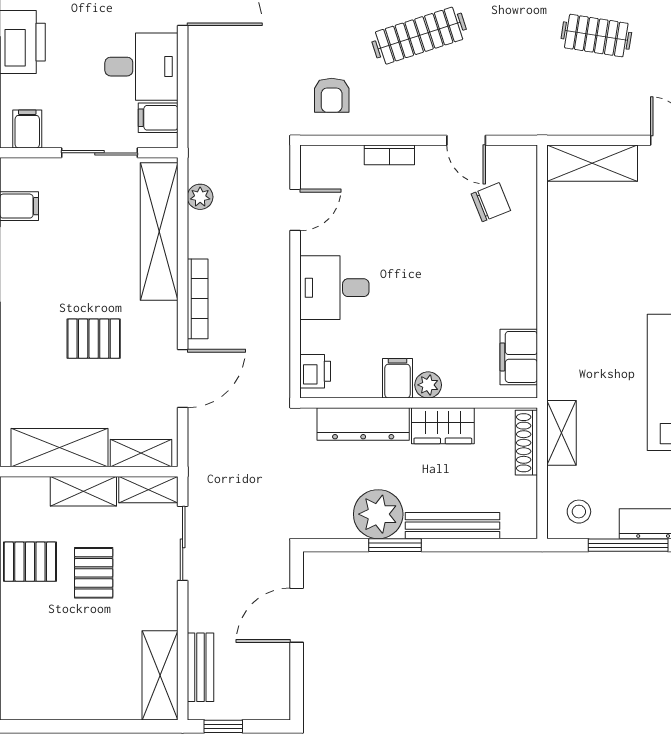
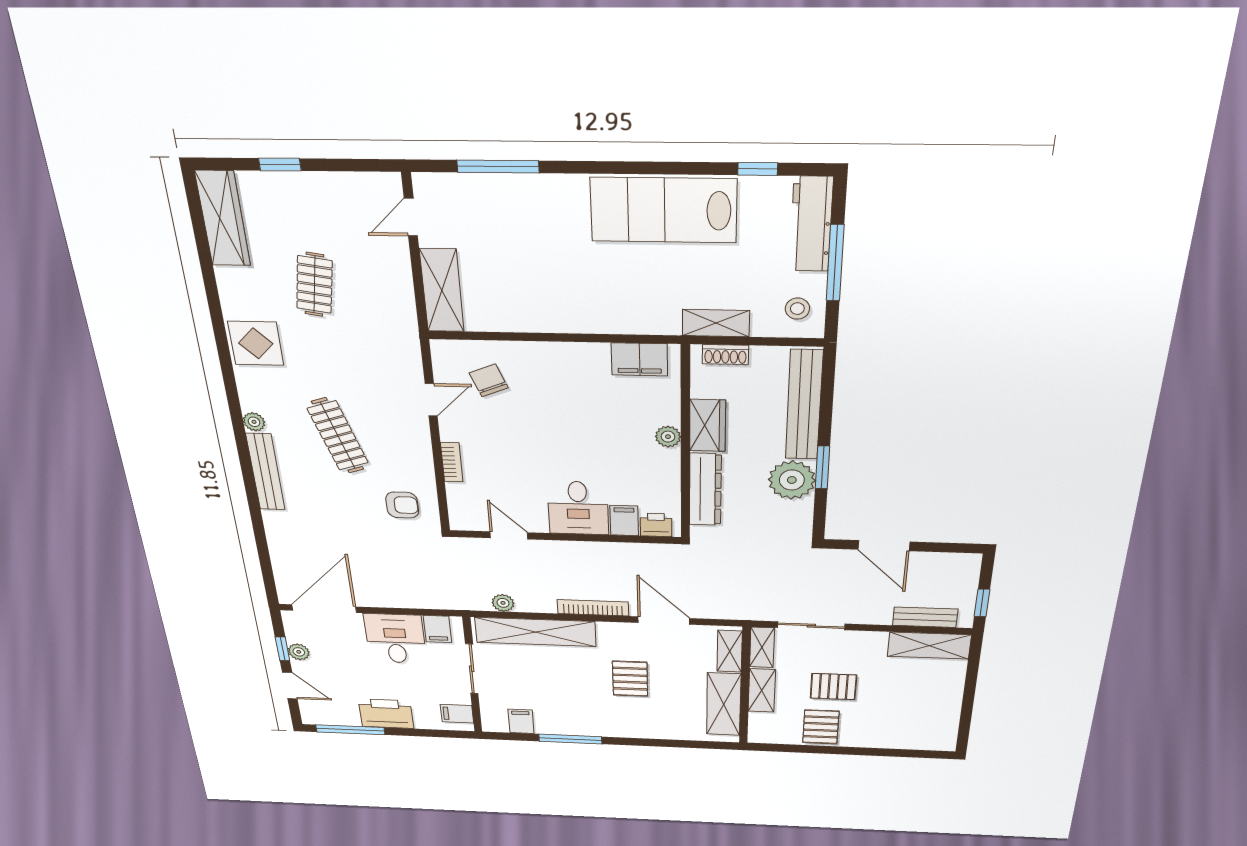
filing cabinet: (397, 378) -> (624, 521), moved, turned 90
shoe rack: (526, 443) -> (725, 355), width x0.70
bench: (453, 526) -> (804, 405), width x1.37, depth x1.21

